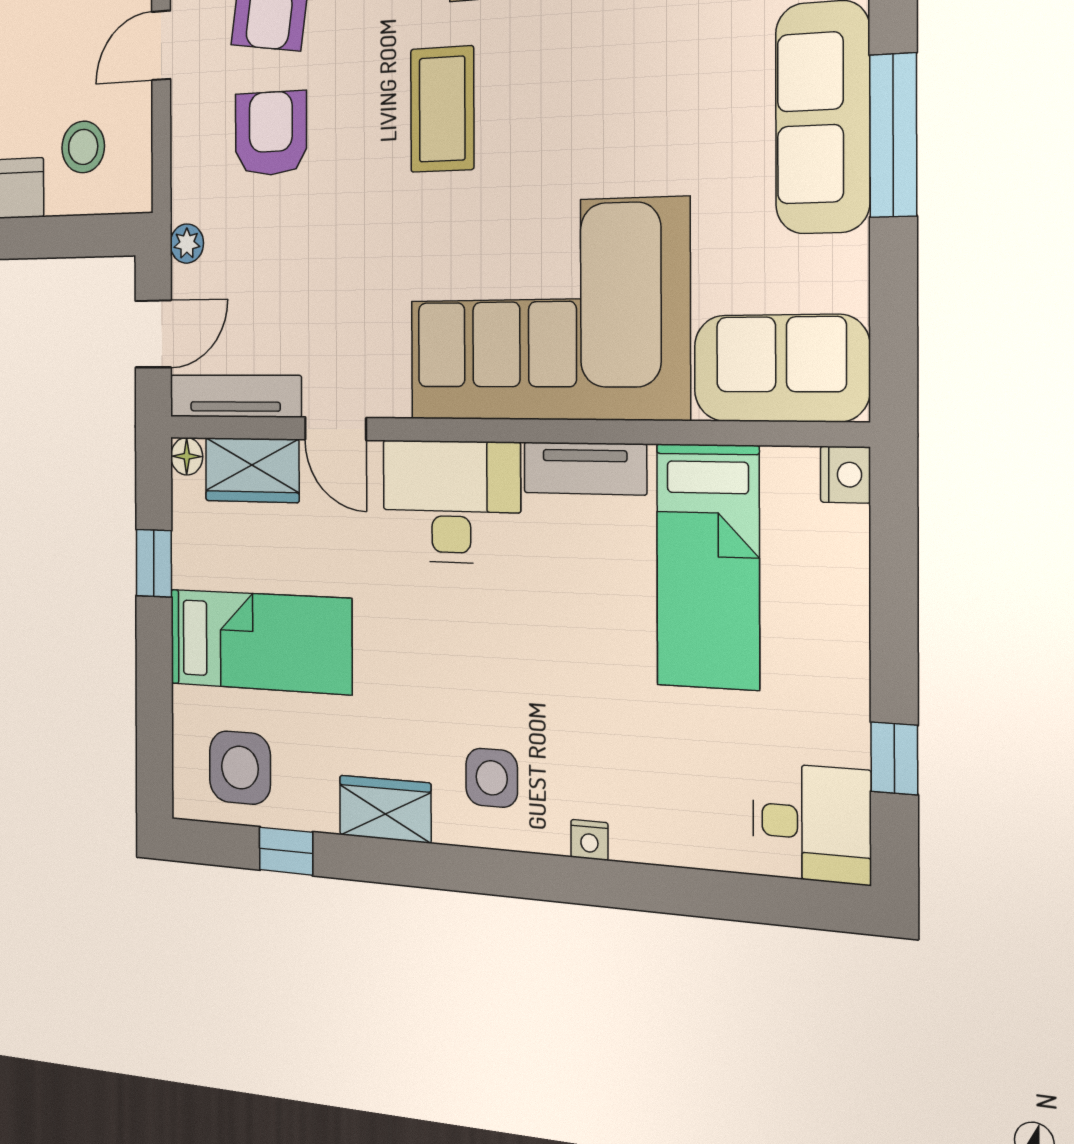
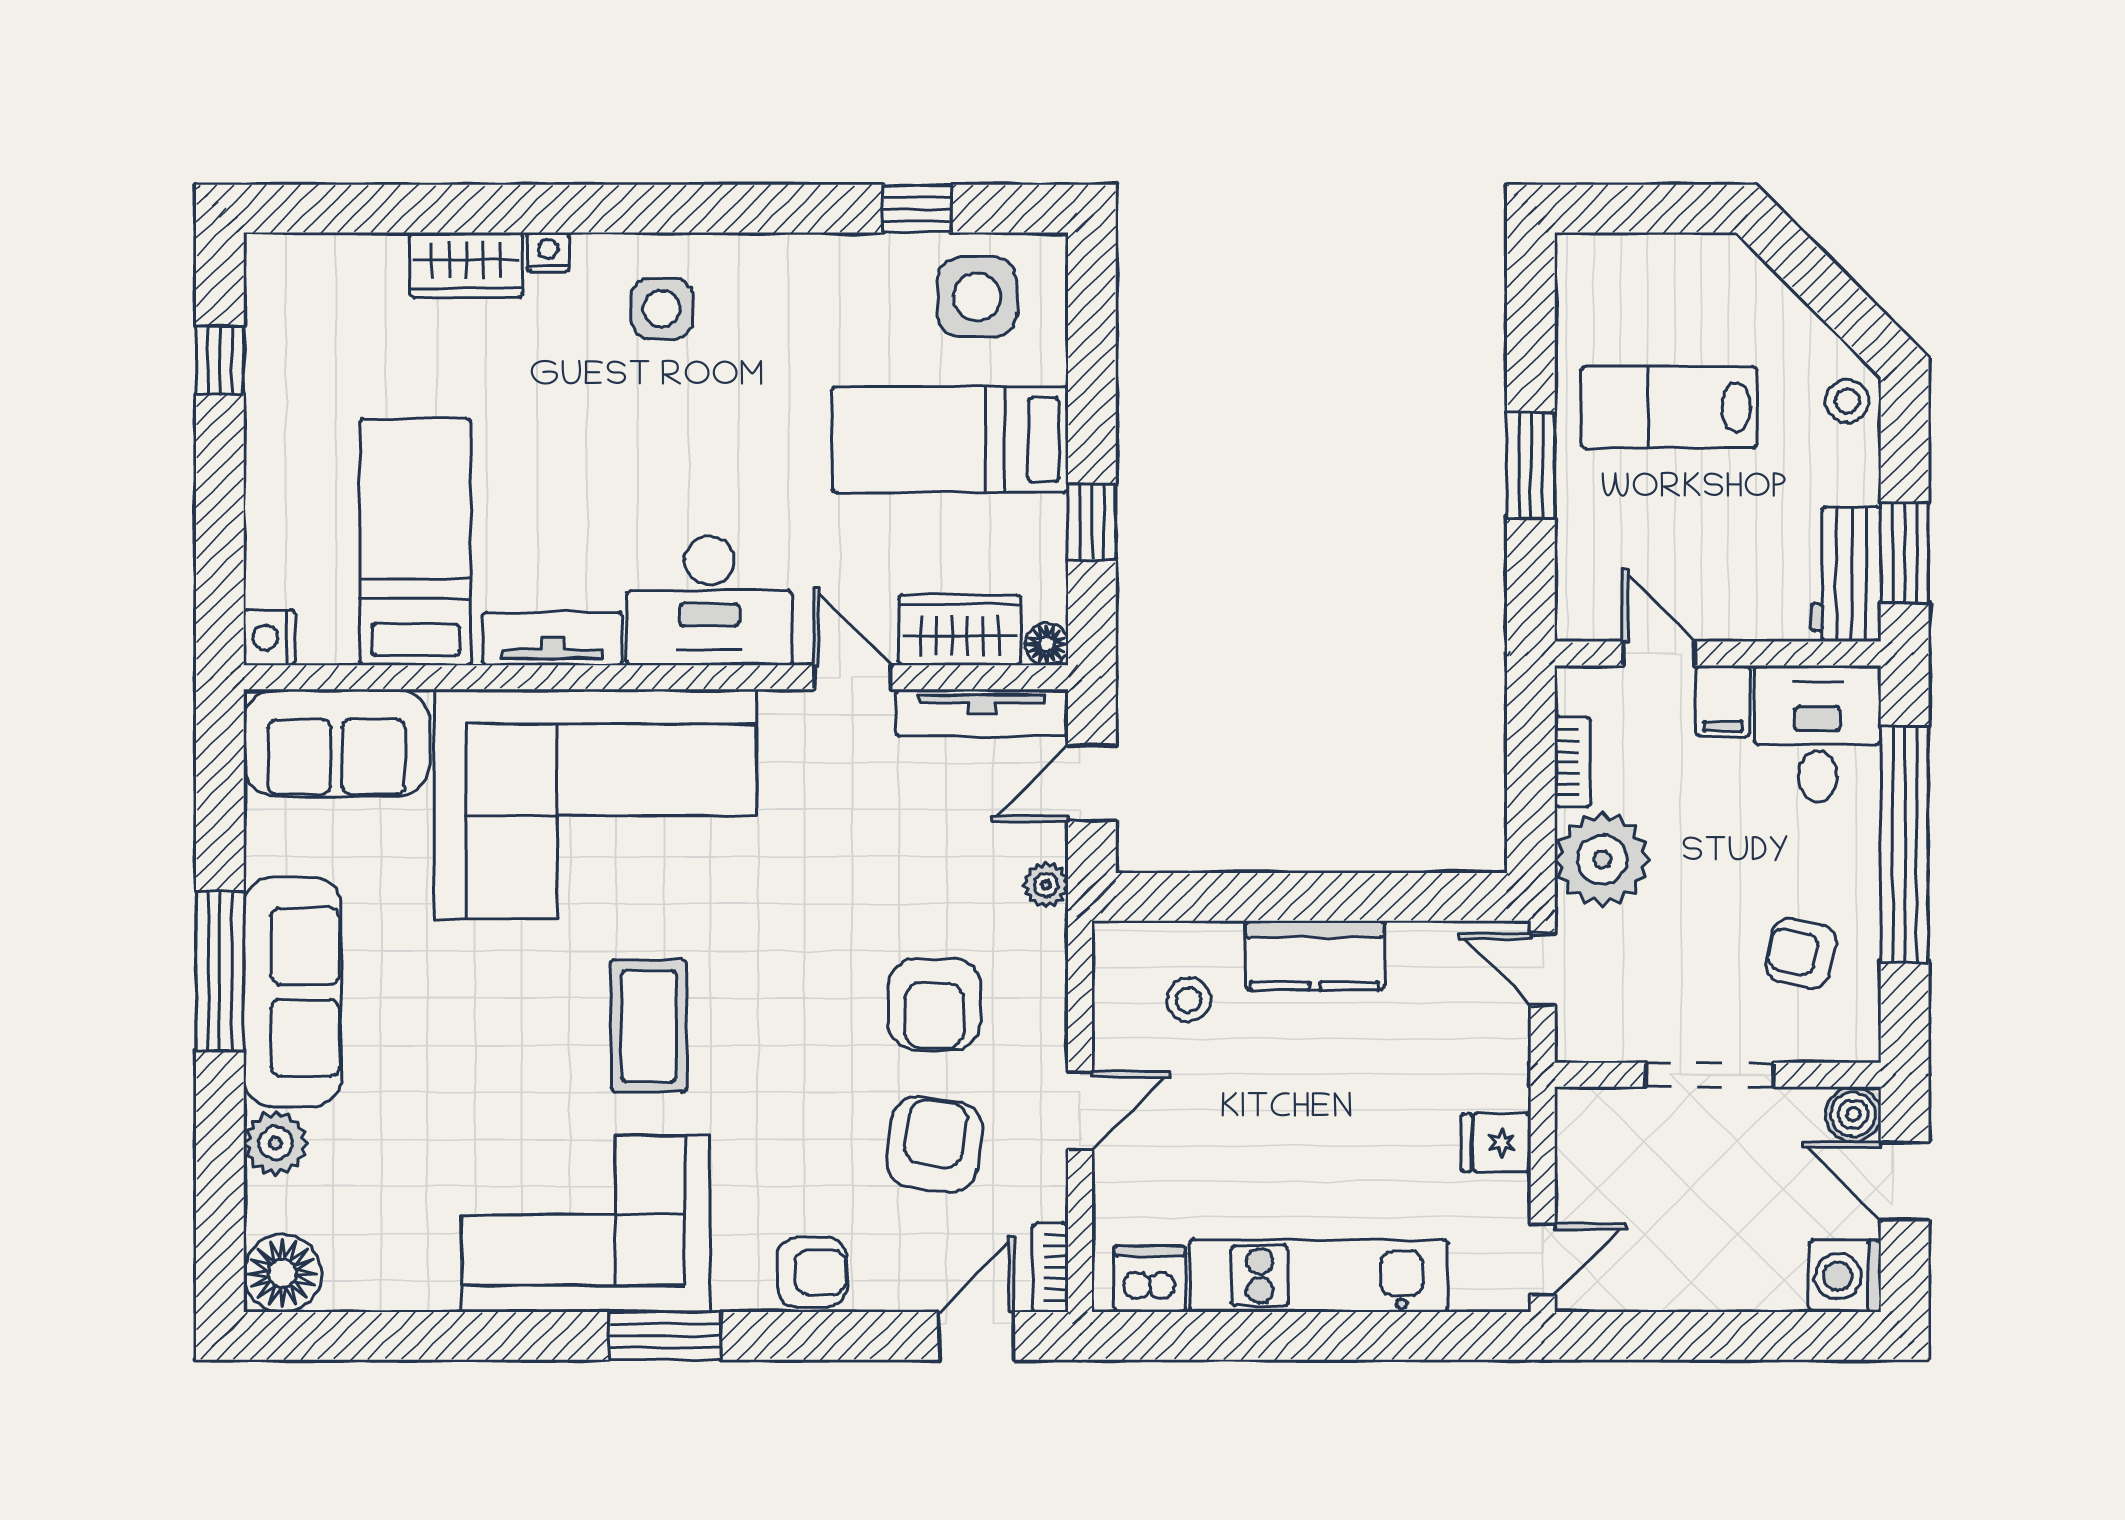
coffee table: (442, 109) -> (649, 1026), moved
stool: (83, 147) -> (1189, 1000), width x0.73, depth x0.73
wardrobe: (385, 809) -> (466, 265), moved
desk: (811, 823) -> (305, 290), removed

